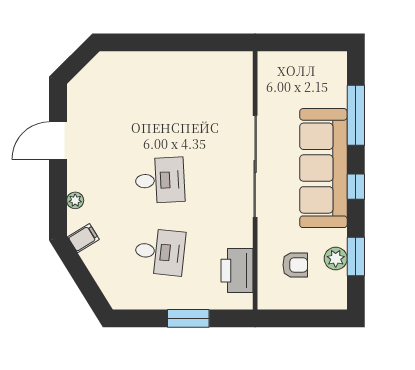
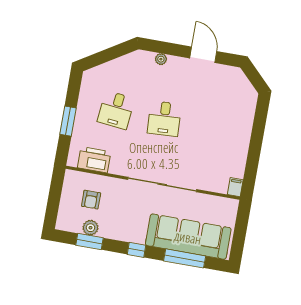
sofa: (323, 168) -> (188, 237), moved
filing cabinet: (83, 238) -> (235, 187), moved, turned -148

